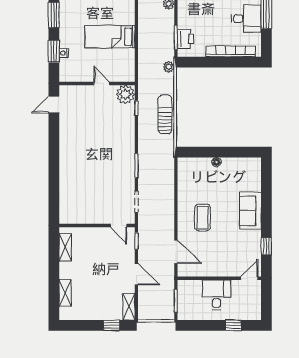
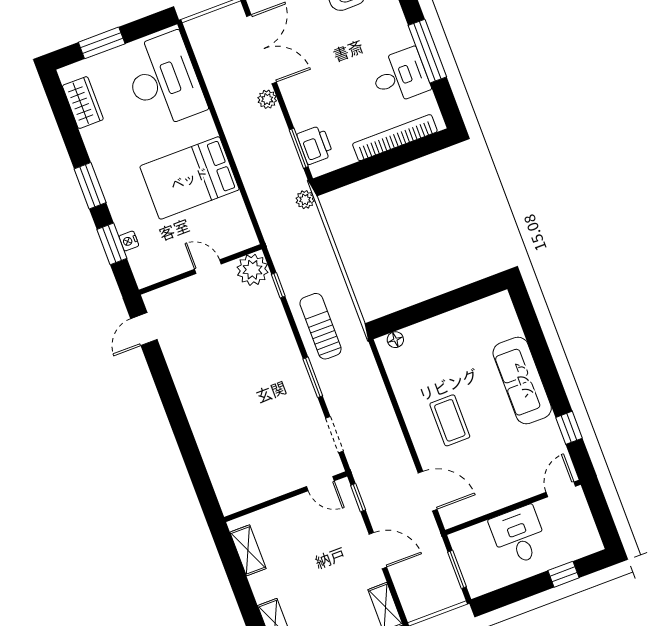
bed: (110, 37) -> (189, 178), width x1.50
sun lounger: (165, 114) -> (321, 326), moved
floor lamp: (216, 162) -> (395, 340), moved
sofa: (250, 211) -> (522, 380), width x1.36

